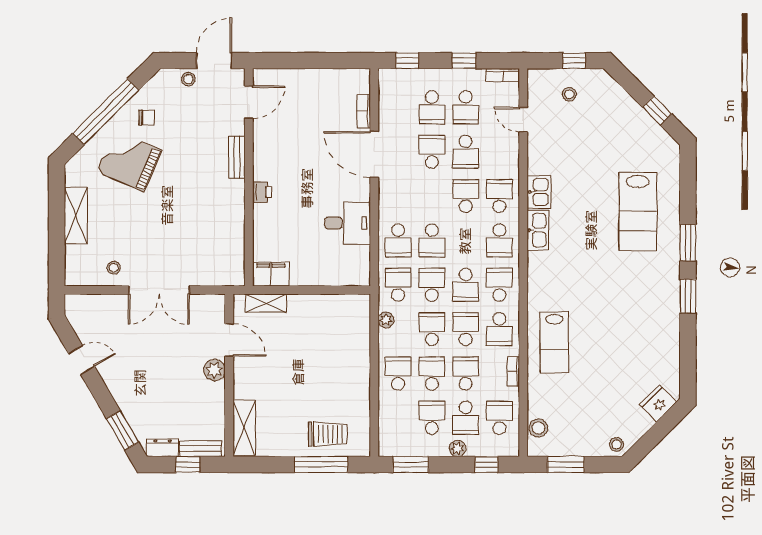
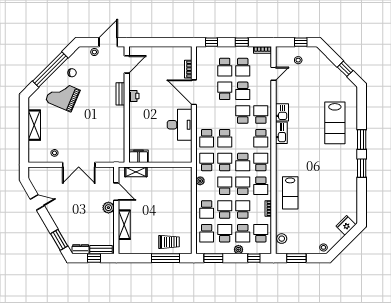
door: (523, 120) -> (274, 74), swing flipped
printer: (262, 192) -> (134, 96), moved
desk: (347, 223) -> (180, 125), width x1.37
school desk: (398, 373) -> (207, 209), turned 180
school desk: (398, 418) -> (207, 233), added
shelving: (244, 428) -> (124, 225), moved

